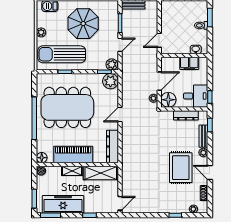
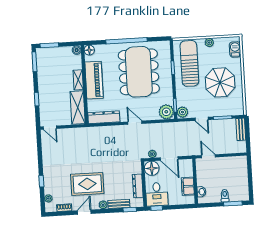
freezer: (63, 204) -> (46, 73), removed

